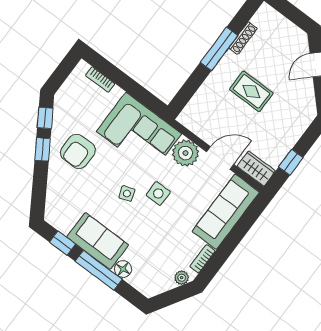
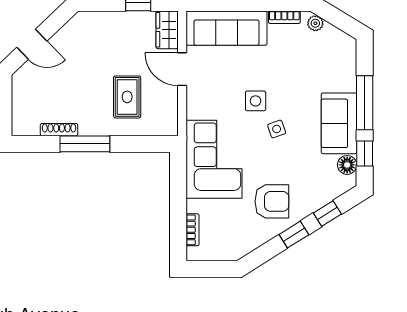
rug: (251, 91) -> (127, 97), moved
window: (45, 118) -> (327, 214), moved
plant: (186, 153) -> (201, 104), removed
floor lamp: (123, 269) -> (347, 165), moved

